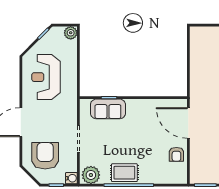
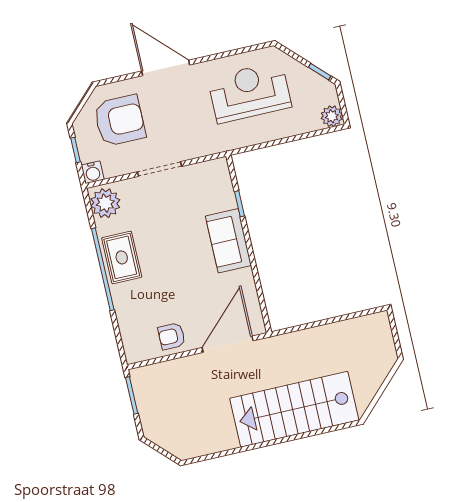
sofa: (108, 109) -> (228, 241), moved

